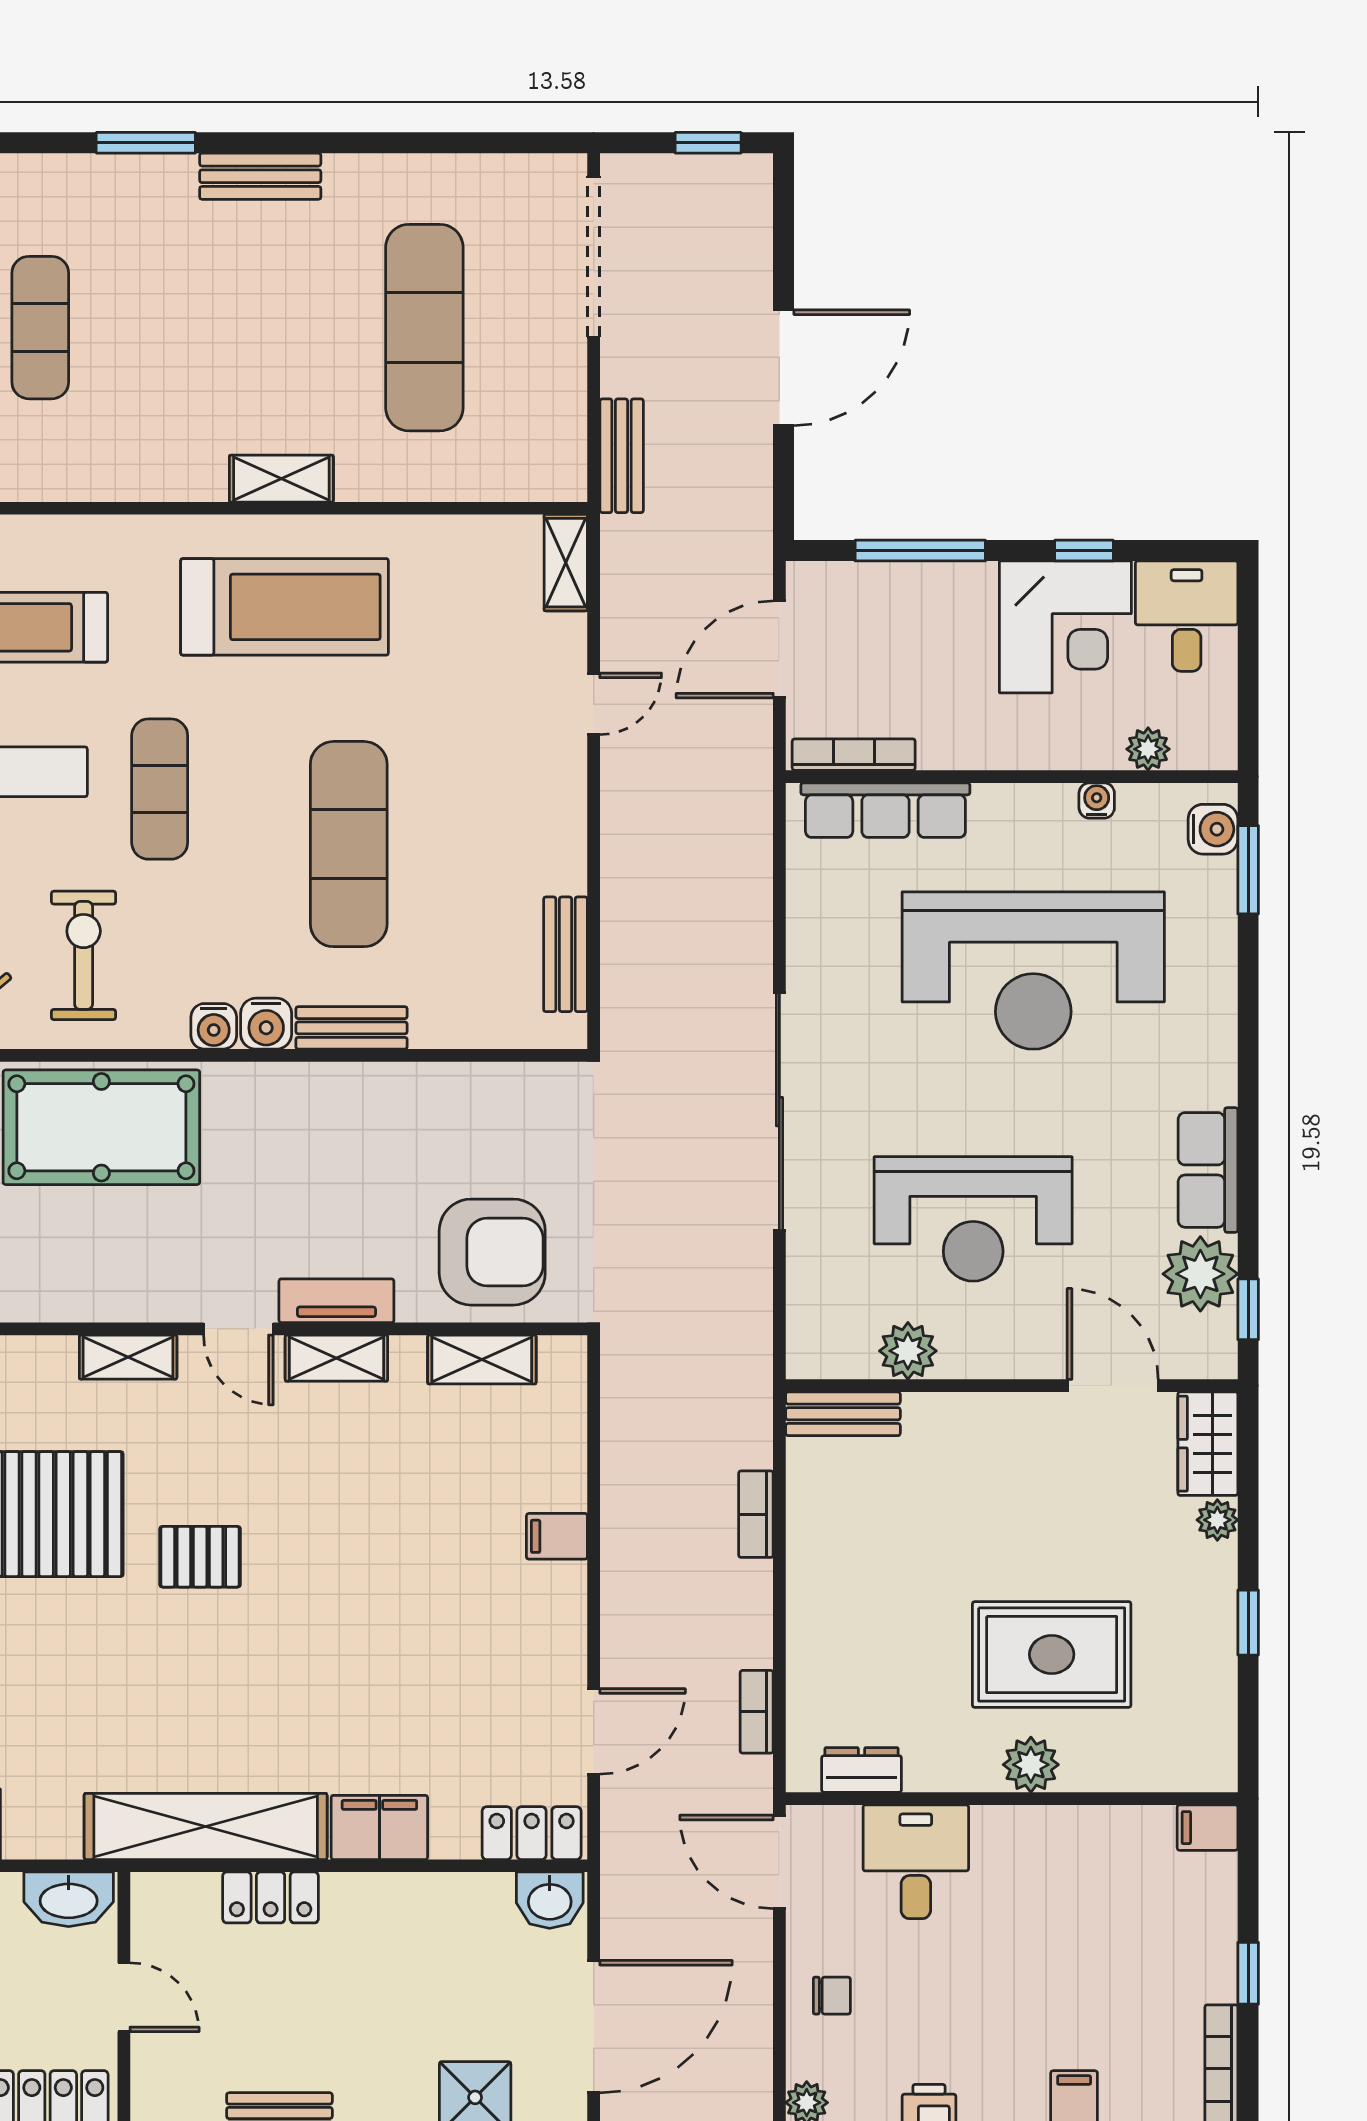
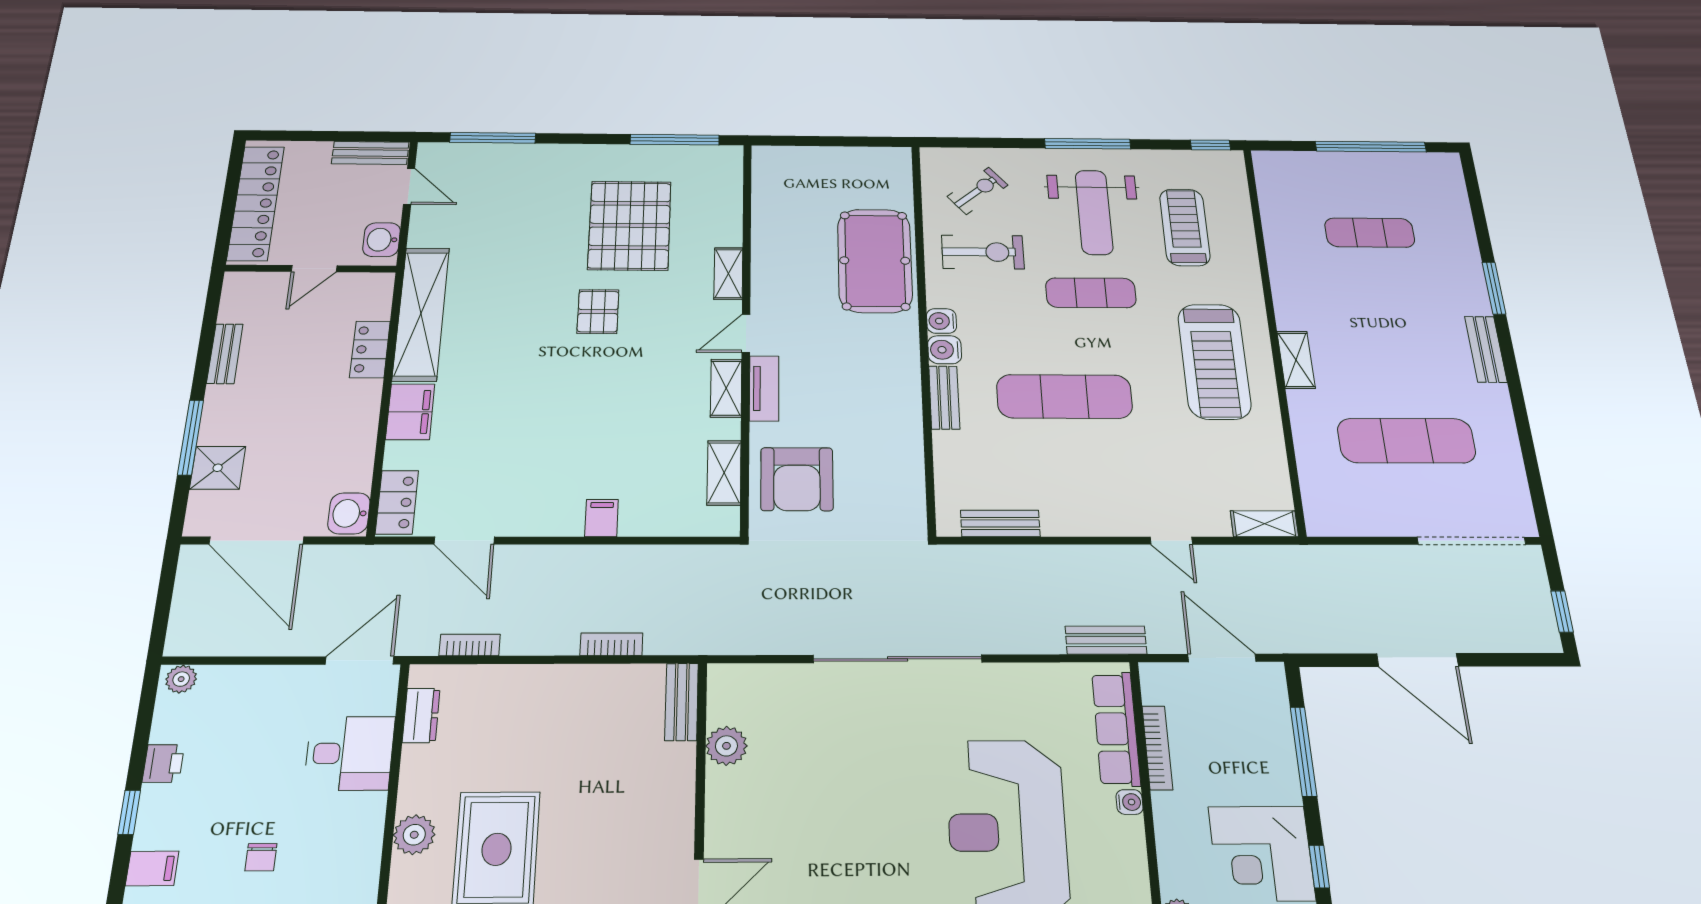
bench: (622, 456) -> (1106, 640), moved
bookcase: (854, 755) -> (1157, 748), moved
water cooler: (1097, 801) -> (1129, 802), moved
reception desk: (973, 1219) -> (823, 791), removed
washbasin: (69, 1899) -> (382, 240), width x0.72
chair: (832, 1996) -> (261, 857), moved

